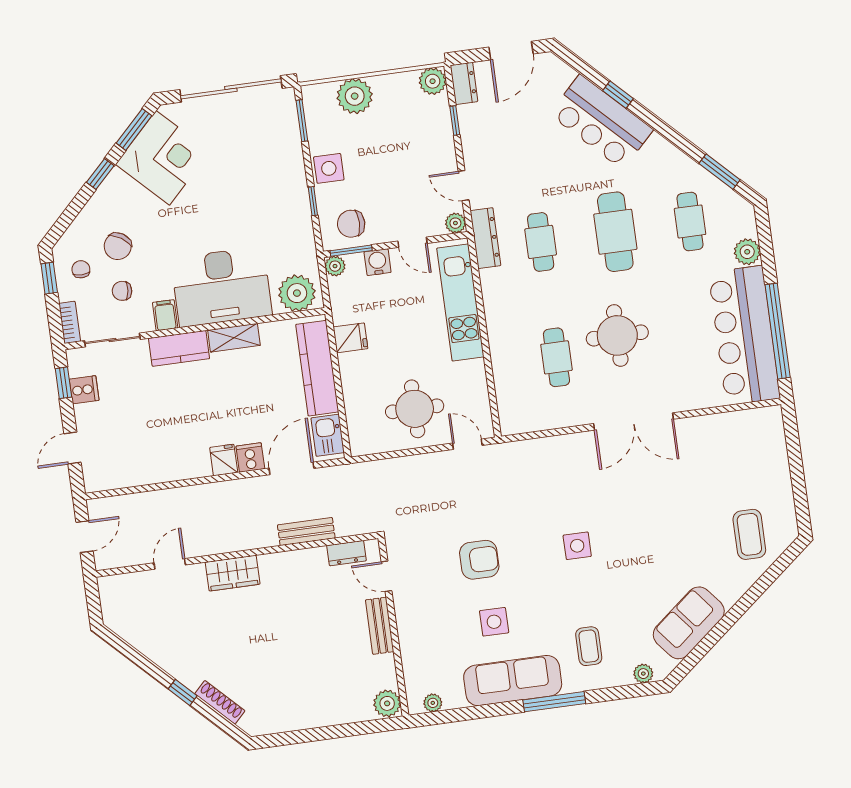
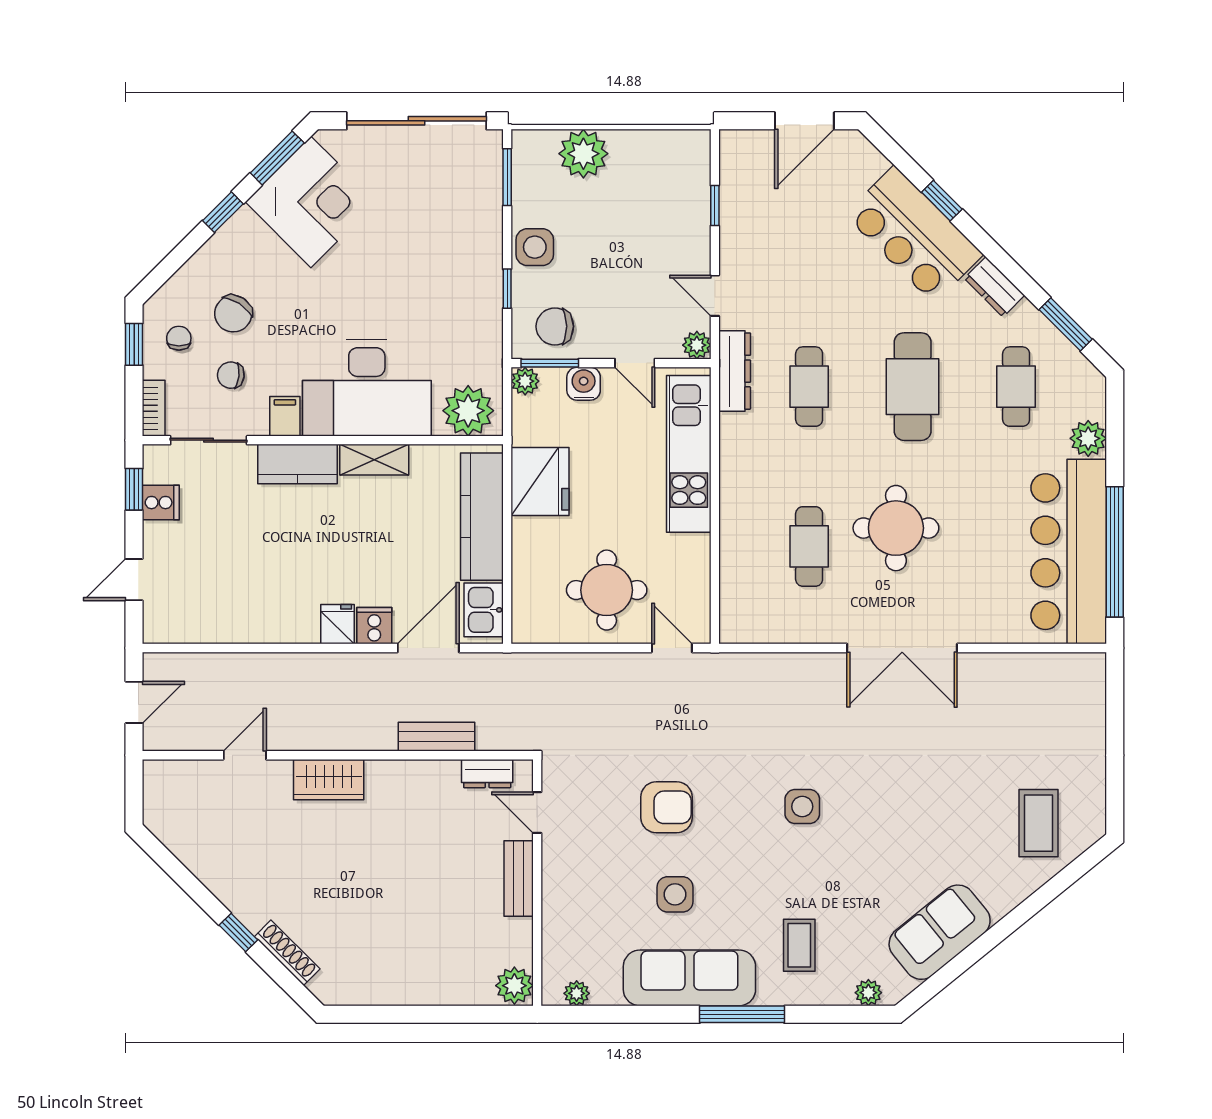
plant: (433, 81) -> (692, 148), removed
dresser: (464, 83) -> (994, 287), moved, turned 135
fridge: (350, 338) -> (540, 482), width x1.88, depth x1.34

